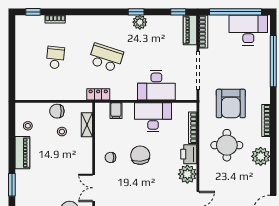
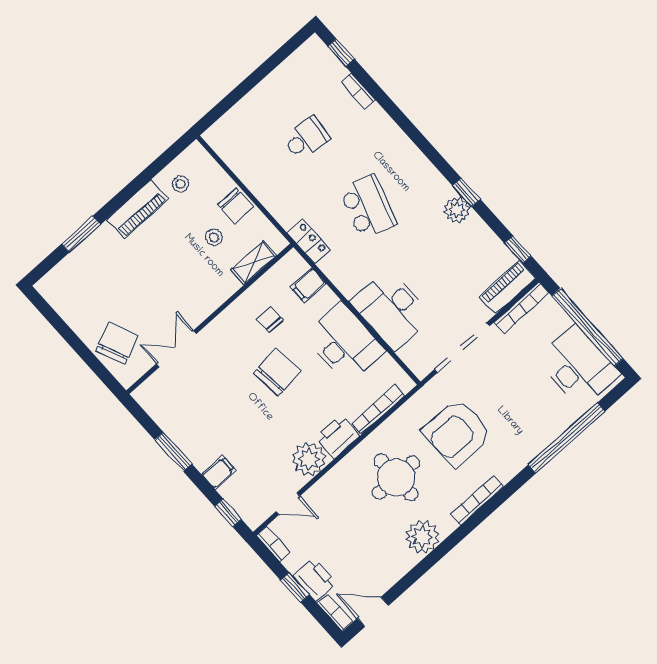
chair: (57, 111) -> (236, 206), turned 180
chair: (110, 157) -> (270, 319), moved

